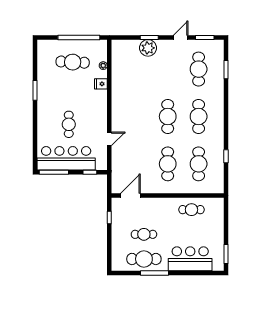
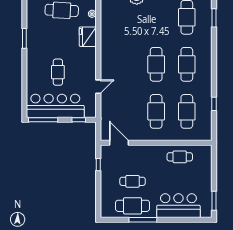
fridge: (101, 84) -> (88, 37), width x1.88, depth x1.34
door: (130, 196) -> (119, 143), hinge flipped

